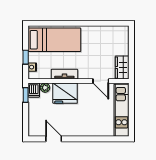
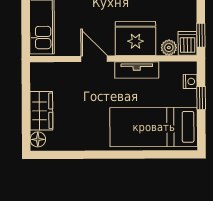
floor lamp: (124, 33) -> (38, 139), added
wardrobe: (122, 68) -> (41, 111), moved
door: (101, 81) -> (94, 59), moved

